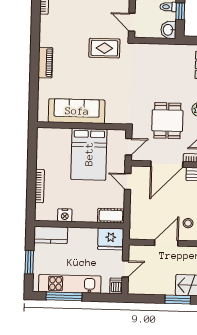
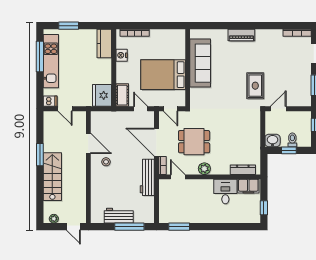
door: (128, 181) -> (141, 109), hinge flipped
nightstand: (65, 215) -> (122, 55), moved
cot: (111, 216) -> (122, 95), moved
wall: (79, 225) -> (114, 68), moved
kitchen counter: (51, 235) -> (104, 43), moved
fridge: (111, 239) -> (102, 95), moved

